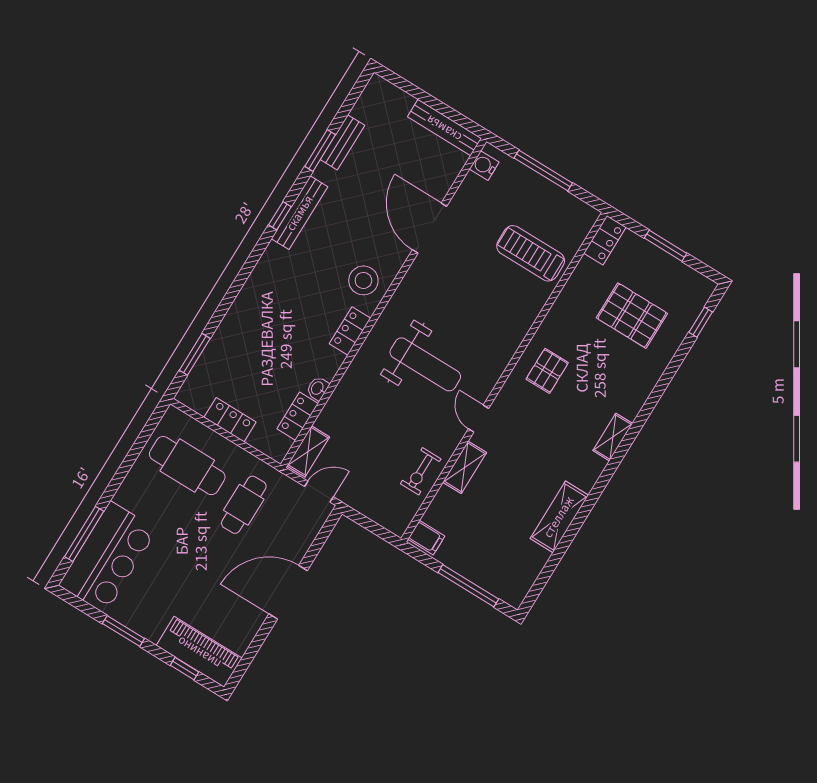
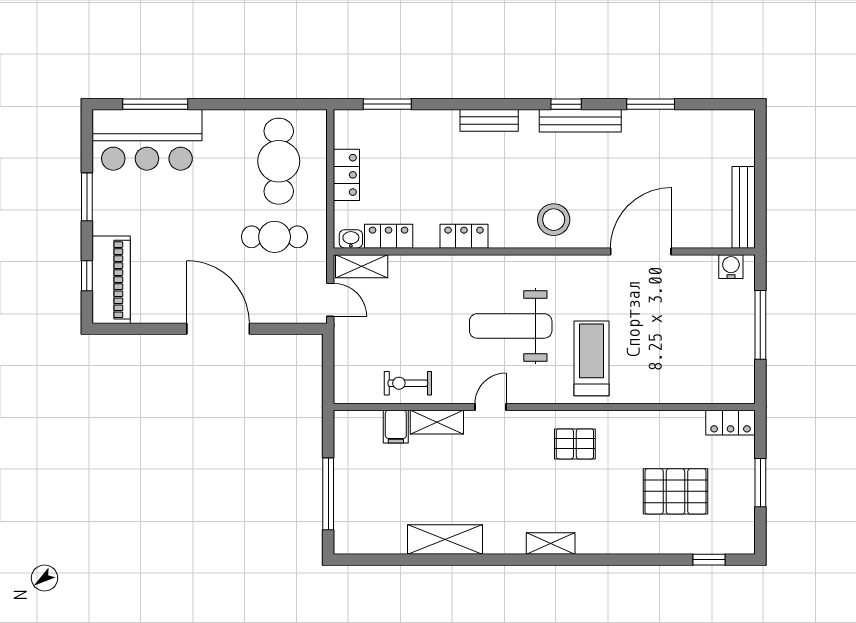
bench: (342, 142) -> (489, 120), moved
treadmill: (531, 253) -> (592, 358), moved
pallet: (632, 316) -> (676, 491), turned 90
locker: (350, 331) -> (464, 236), moved
weight bench: (425, 364) -> (511, 326), turned 90
washbasin: (318, 388) -> (351, 239), moved
filing cabinet: (426, 538) -> (396, 427), moved

